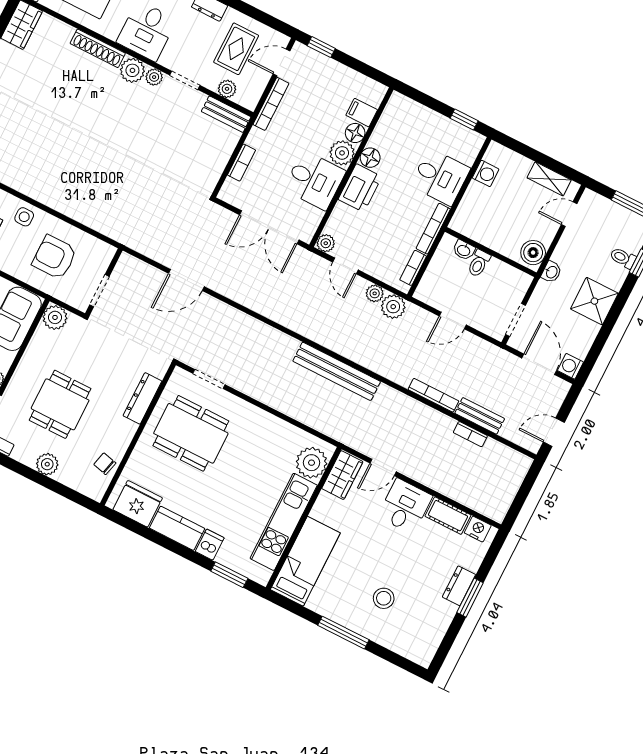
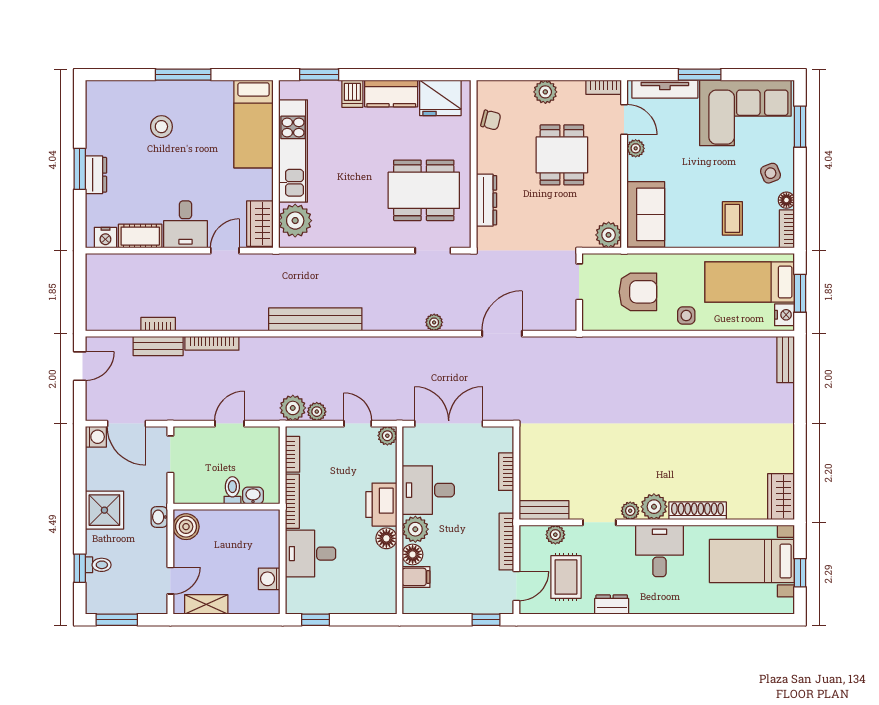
plant: (238, 318) -> (434, 322), added

